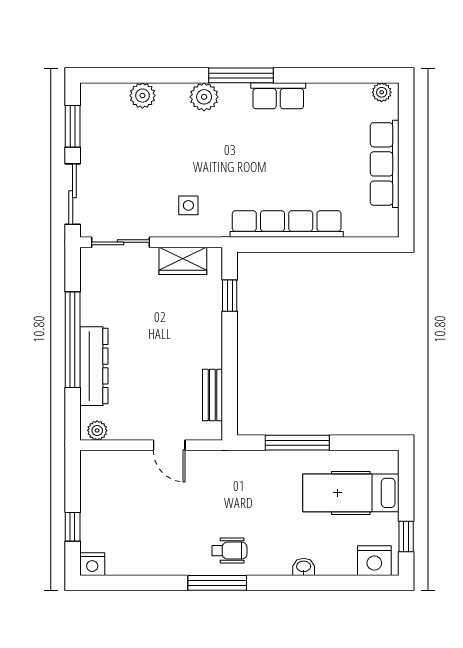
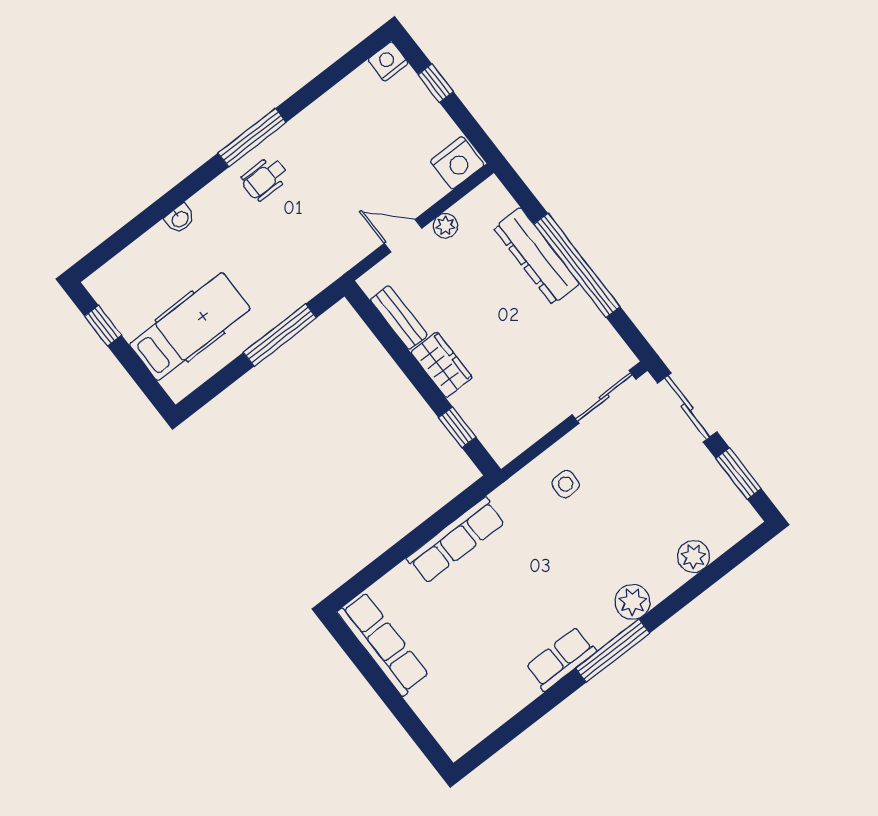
plant: (382, 92) -> (463, 741), removed
row of seats: (385, 164) -> (383, 644), moved
row of seats: (287, 224) -> (456, 540), width x0.73
wardrobe: (183, 261) -> (442, 365), moved, turned 90
plant: (97, 430) -> (445, 226), moved
nightstand: (374, 561) -> (457, 163), moved, turned 180

